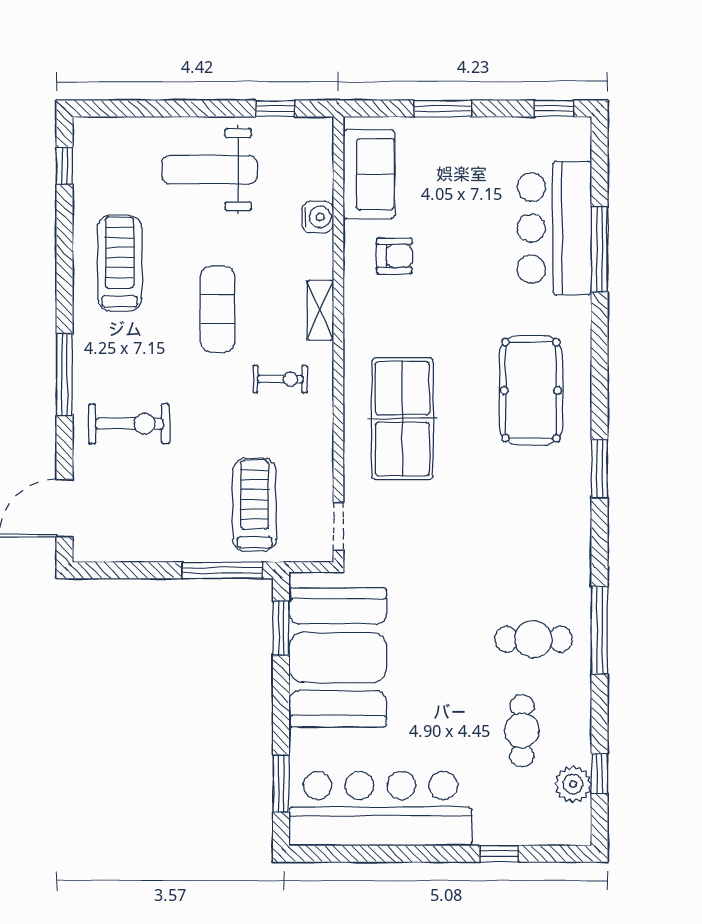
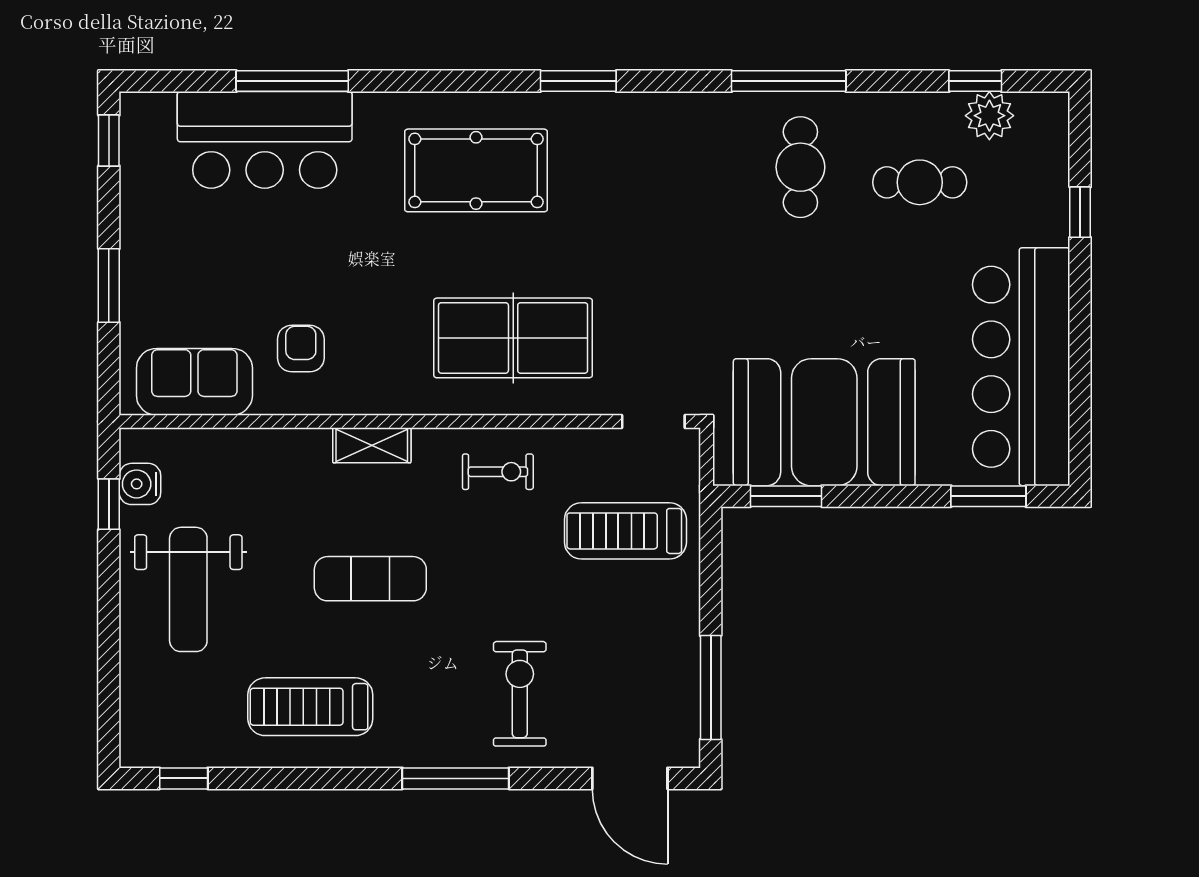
water cooler: (318, 217) -> (140, 484), moved, turned -90
exercise bike: (280, 379) -> (498, 472), moved, turned 90
window: (222, 570) -> (711, 687), moved

